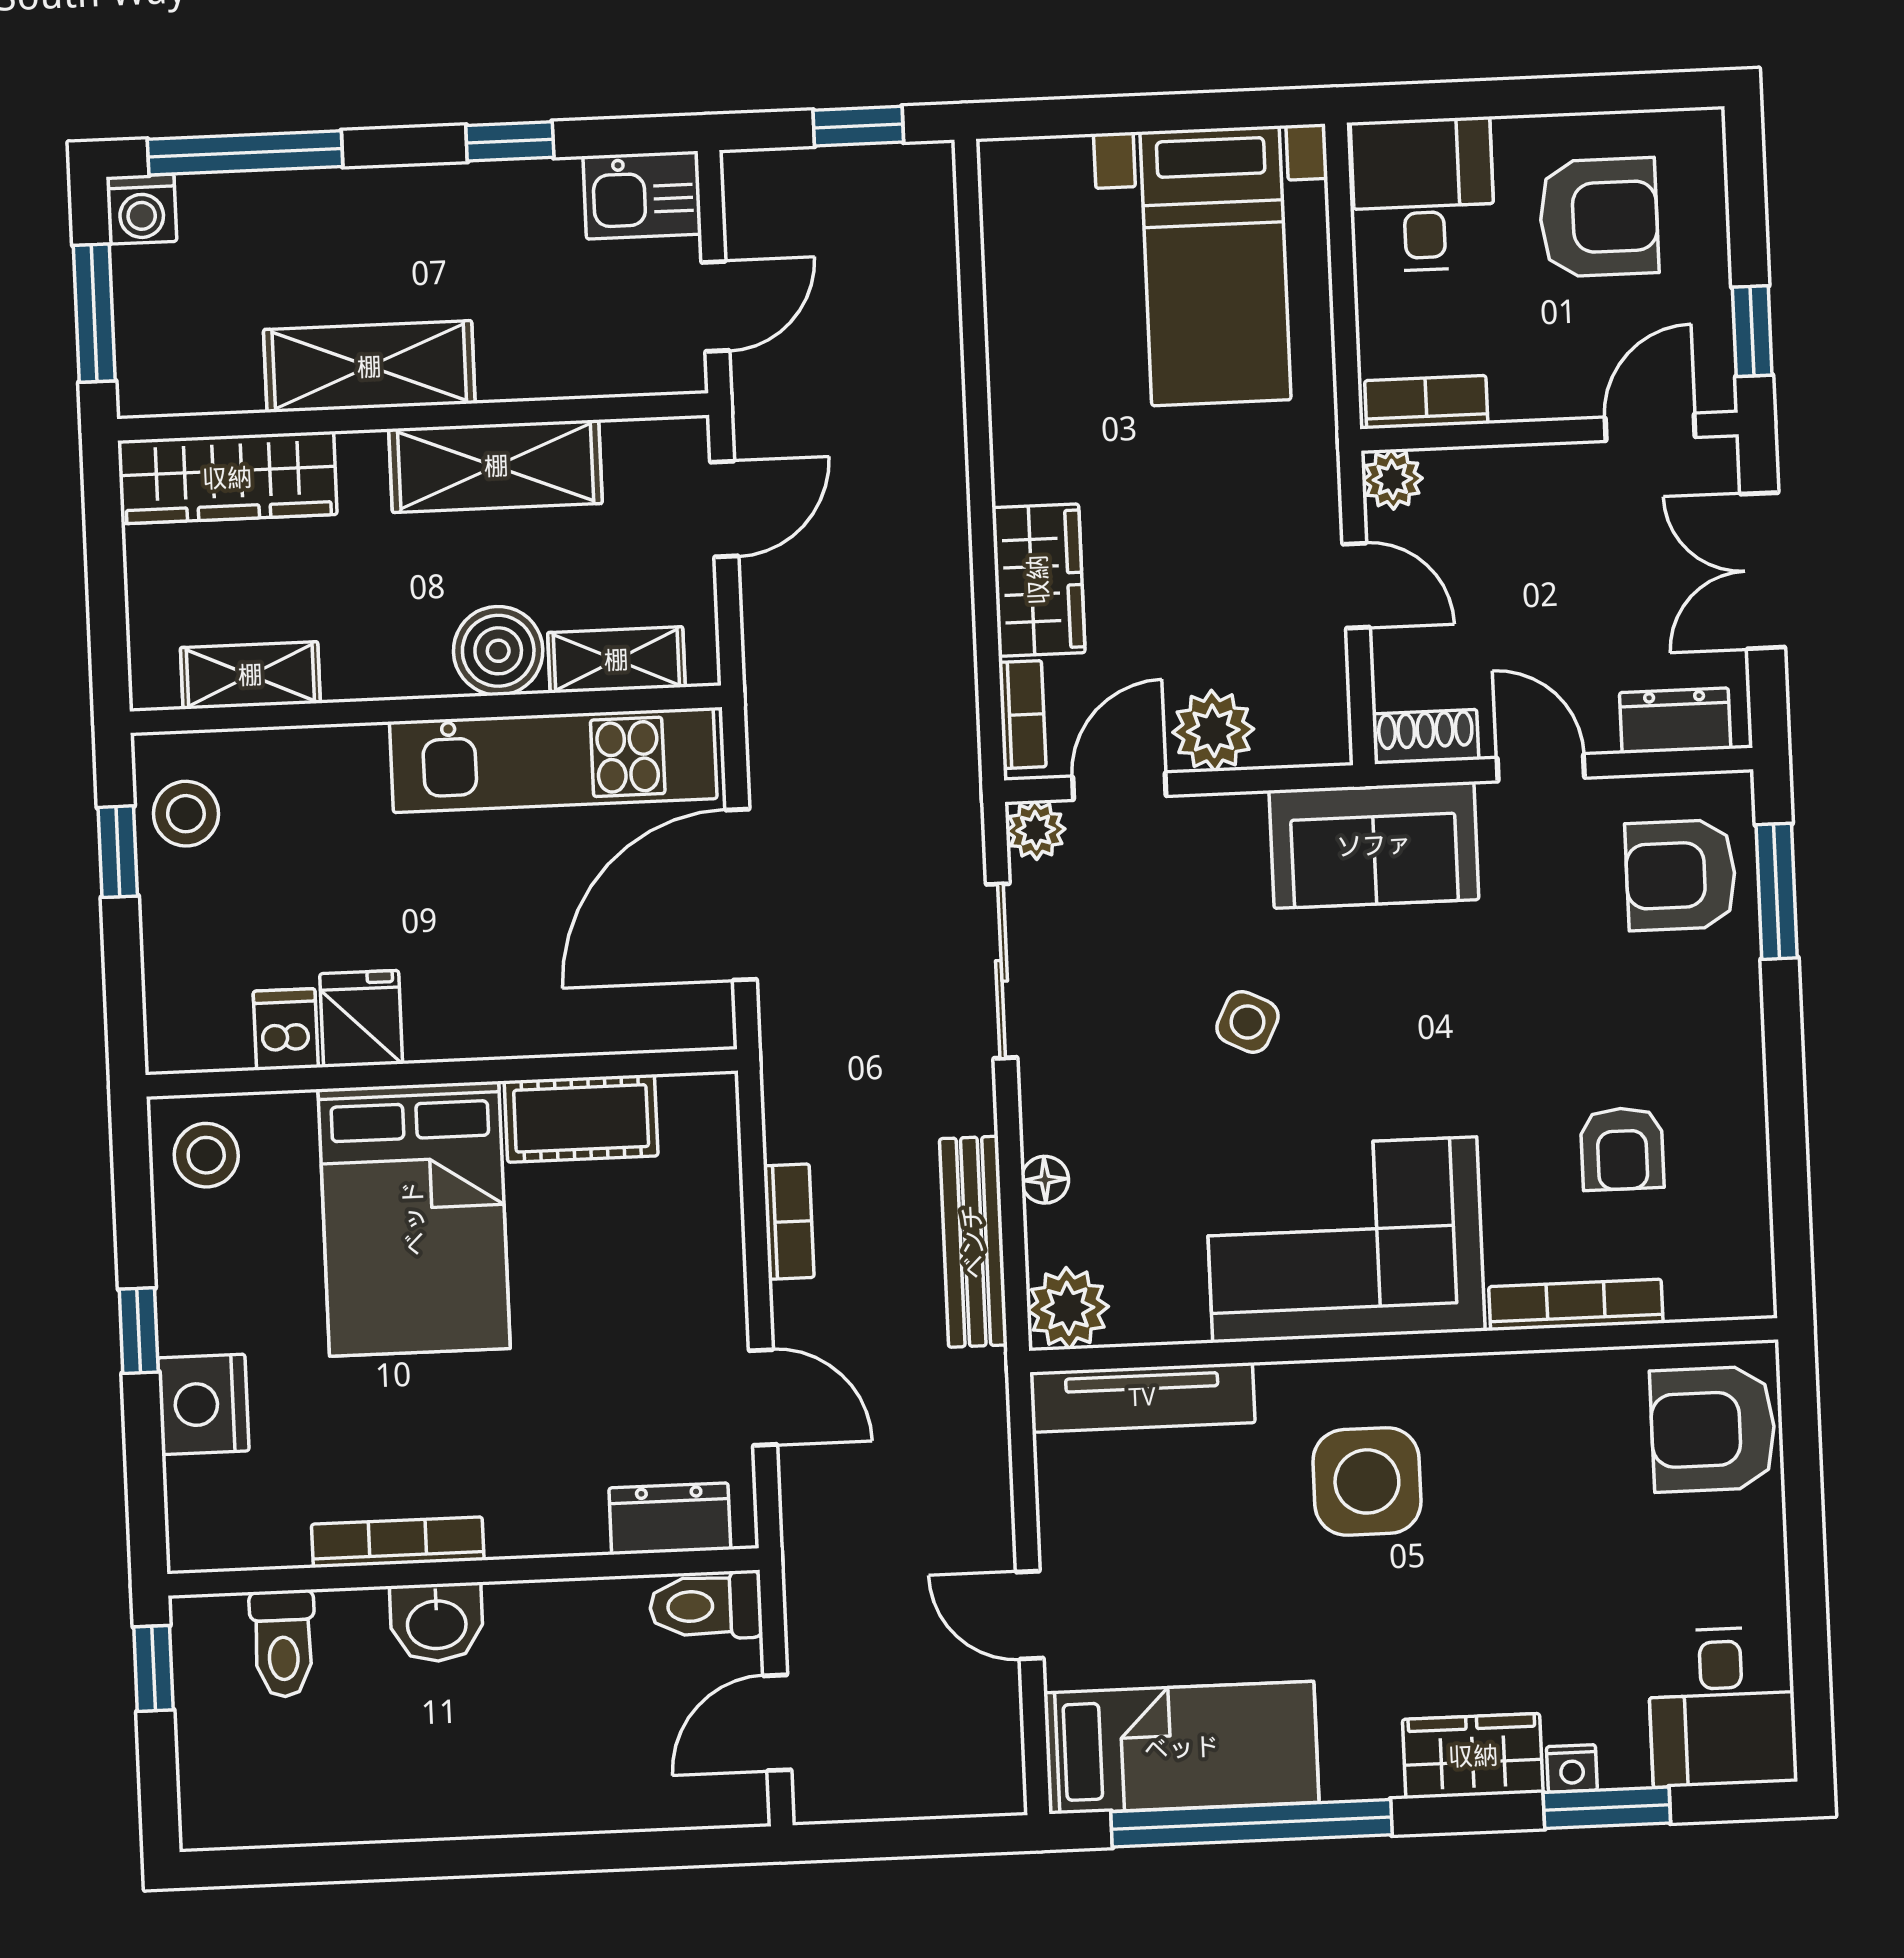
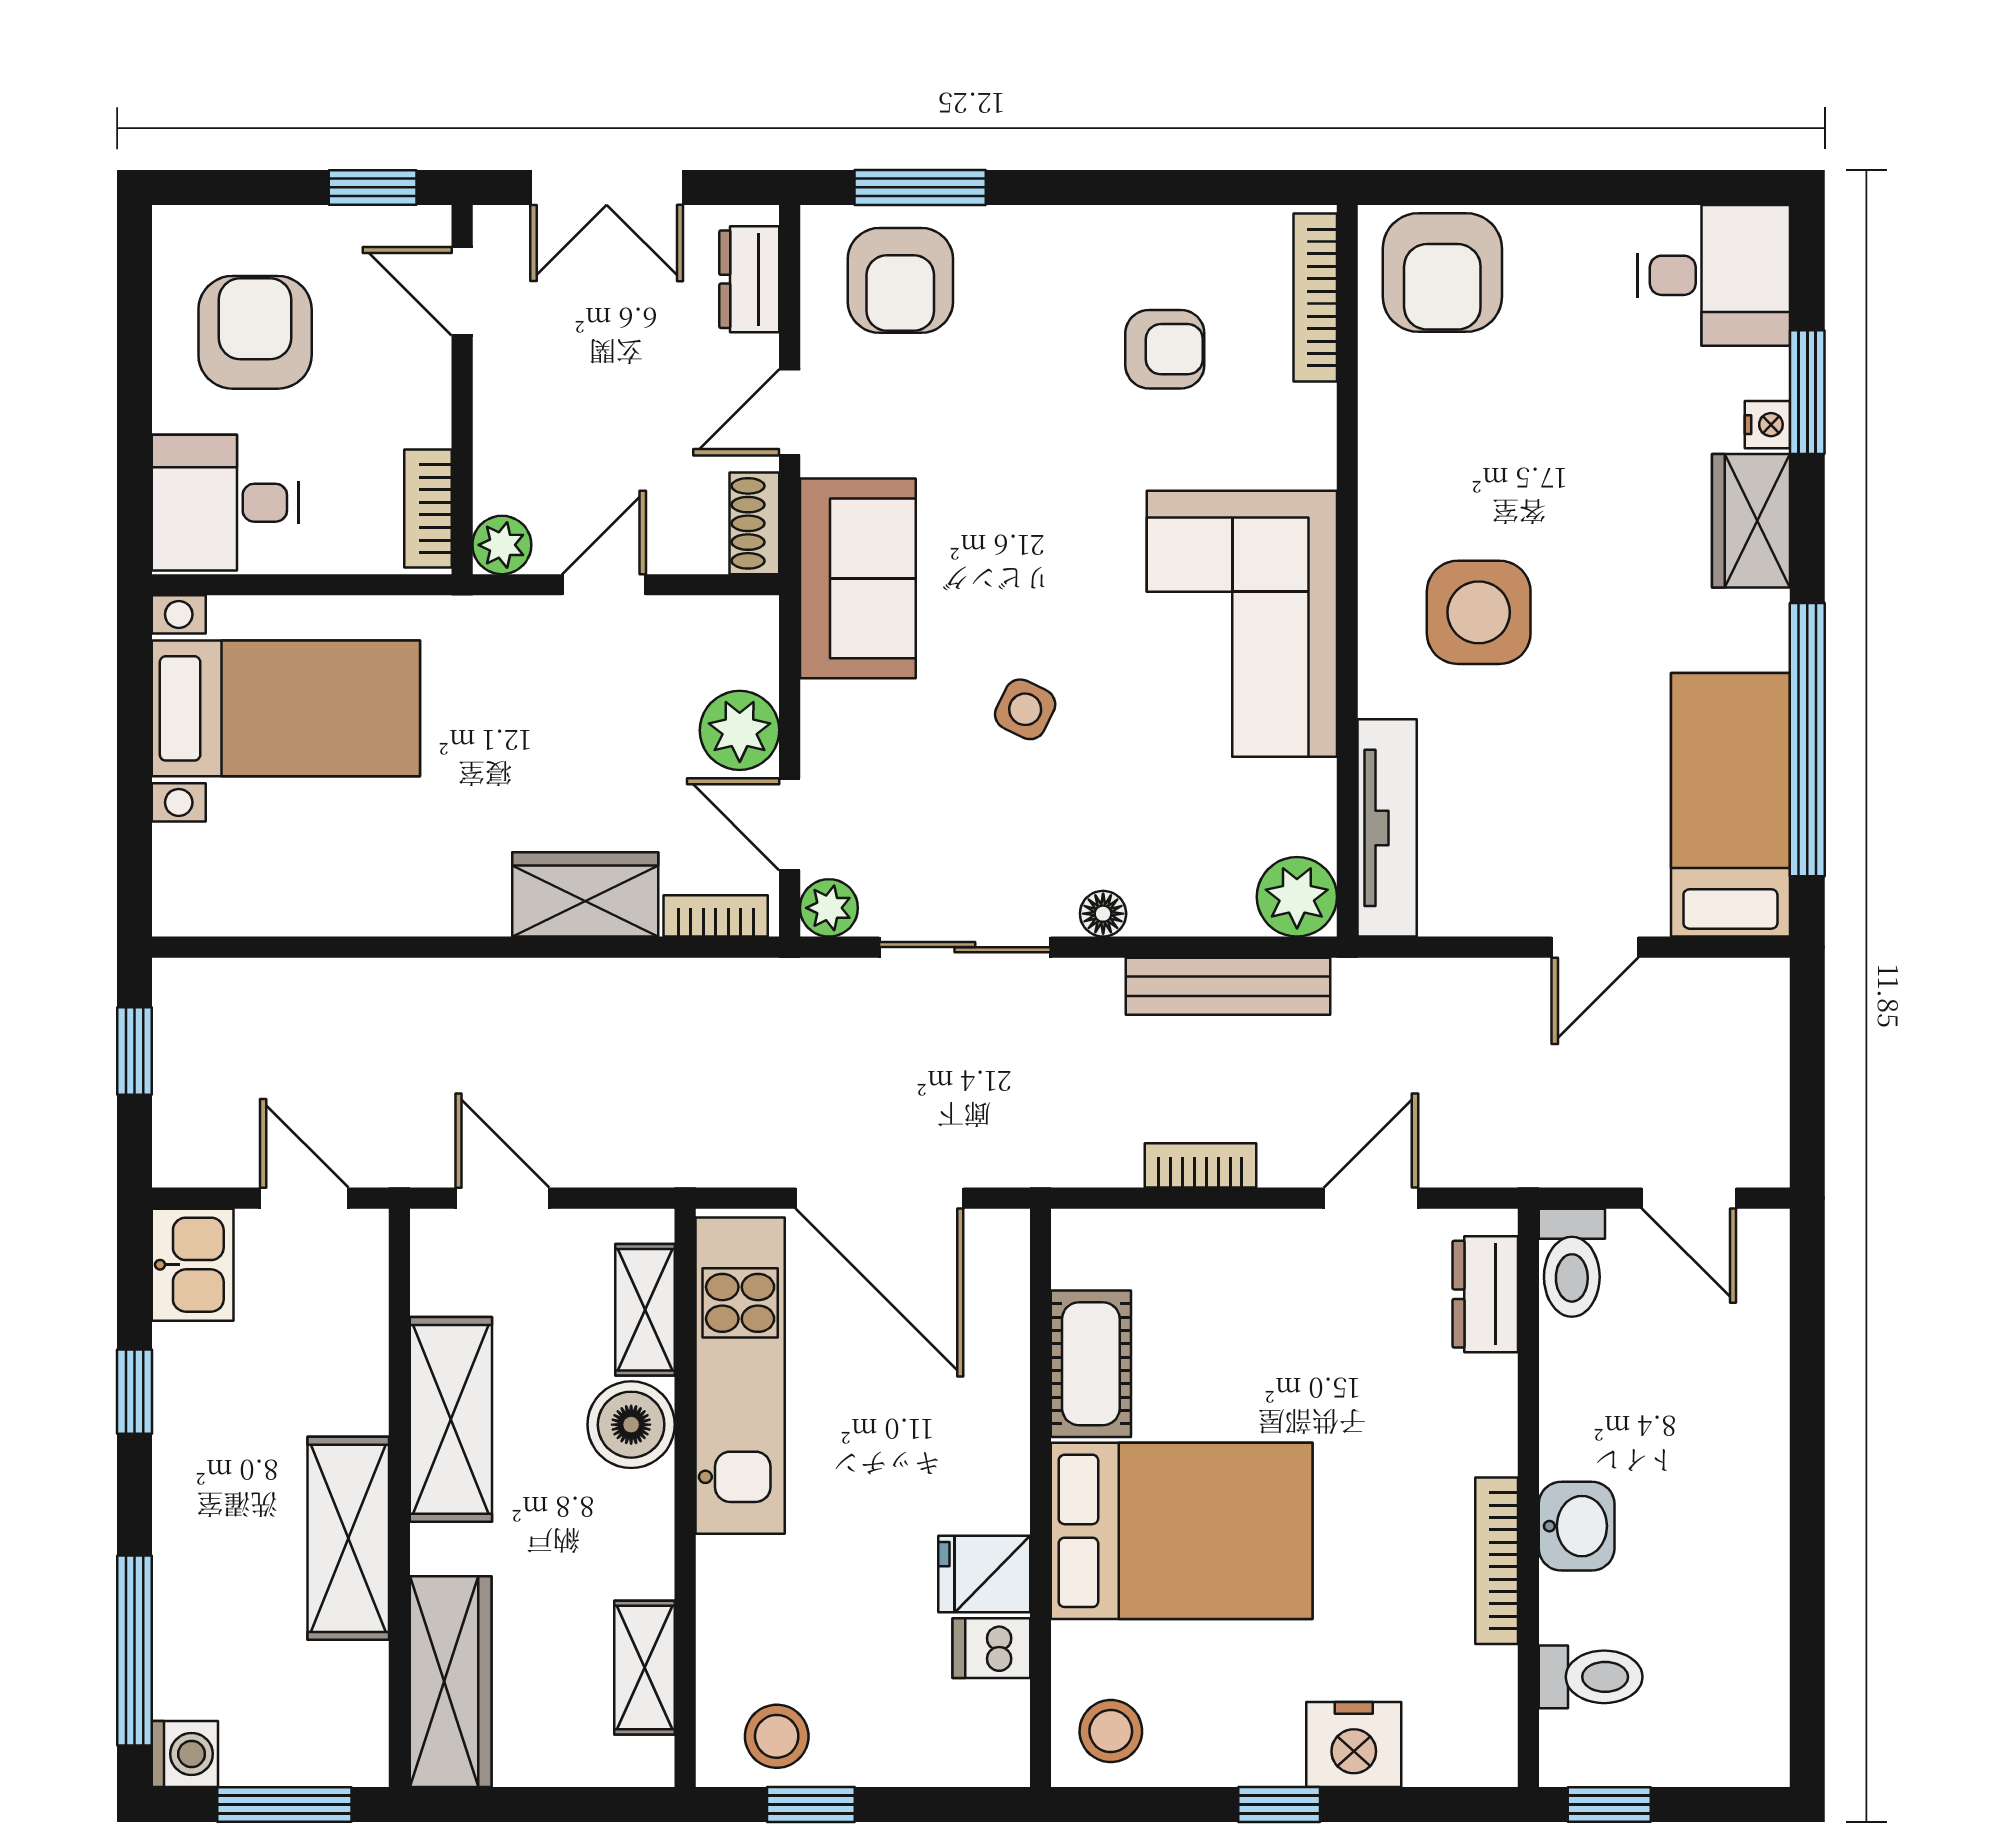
floor lamp: (1045, 1180) -> (1103, 914), moved
bookcase: (1576, 1305) -> (1315, 298), moved

